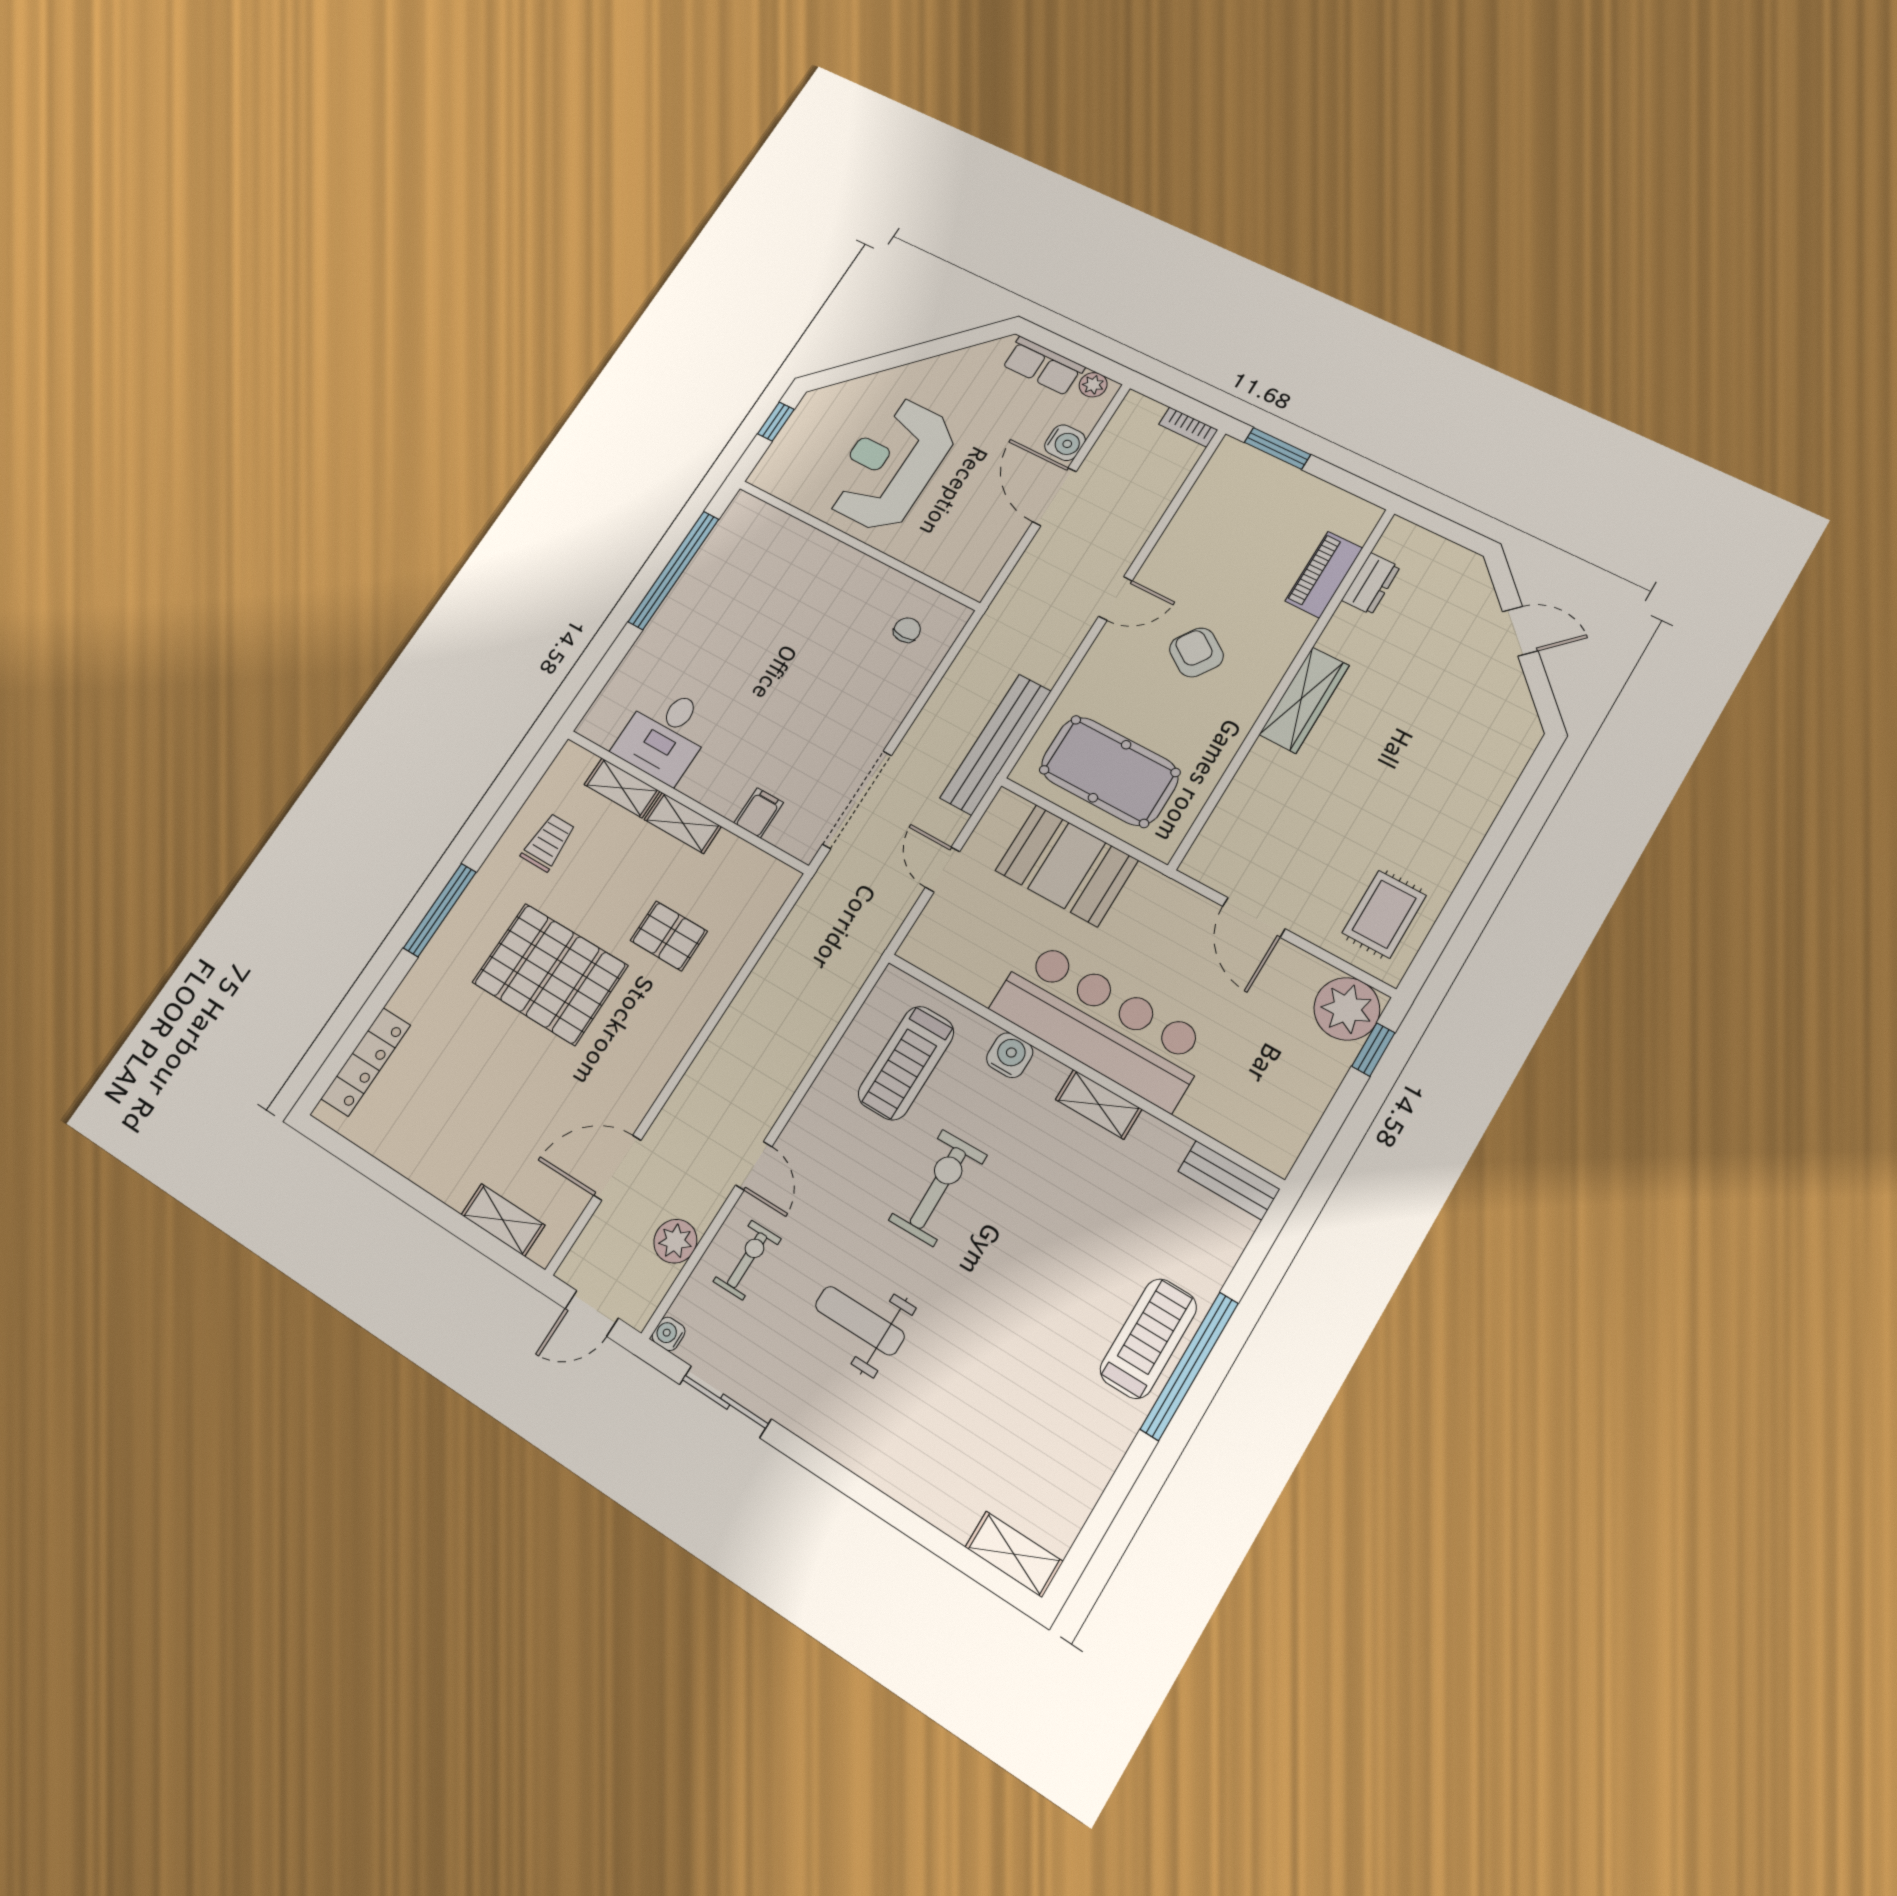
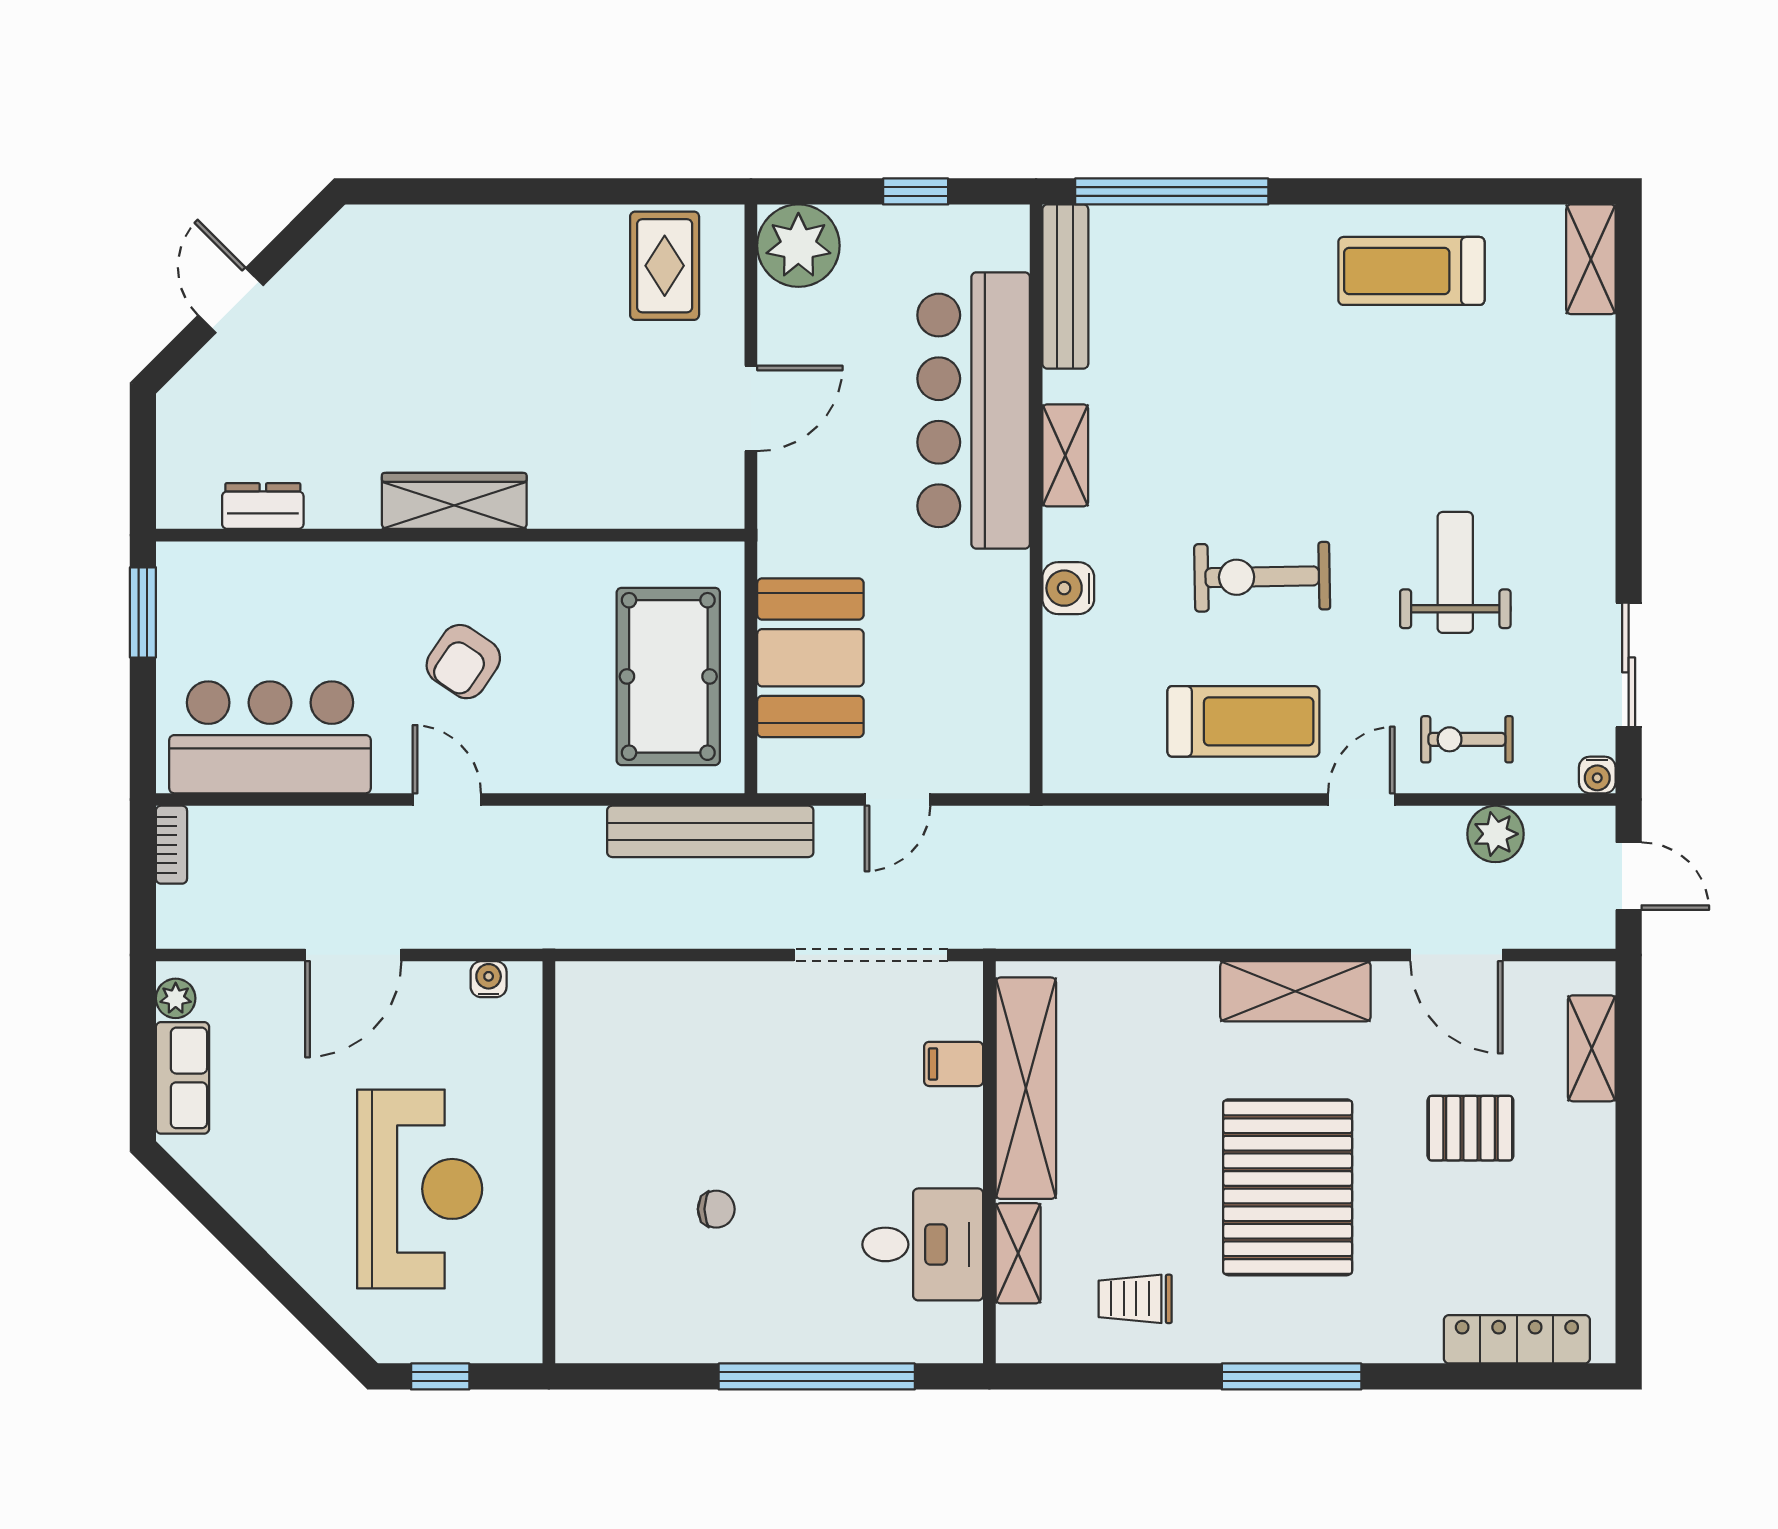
water cooler: (1065, 443) -> (489, 979), moved, width x0.72, depth x0.72
window: (1277, 448) -> (143, 612), moved
reception desk: (891, 465) -> (420, 1189), turned -90
bar counter: (1219, 515) -> (270, 737), added
window: (674, 570) -> (817, 1376), moved
piano: (1324, 575) -> (281, 568), removed
chair: (907, 630) -> (716, 1209), moved, turned 180
shelving: (683, 823) -> (1026, 1088), width x2.20, depth x1.33
rug: (1384, 914) -> (665, 266), turned 90
pallet: (669, 936) -> (1470, 1128), moved, turned 90
bar counter: (1101, 1024) -> (974, 410), moved
shelving: (663, 1050) -> (1295, 991), added
window: (1373, 1050) -> (916, 191), moved
treadmill: (906, 1063) -> (1243, 721), moved
bench: (1229, 1180) -> (1065, 287), width x1.36
weight bench: (860, 1321) -> (1455, 572), turned 180
treadmill: (1148, 1338) -> (1411, 271), moved
window: (1189, 1366) -> (1172, 191), moved

